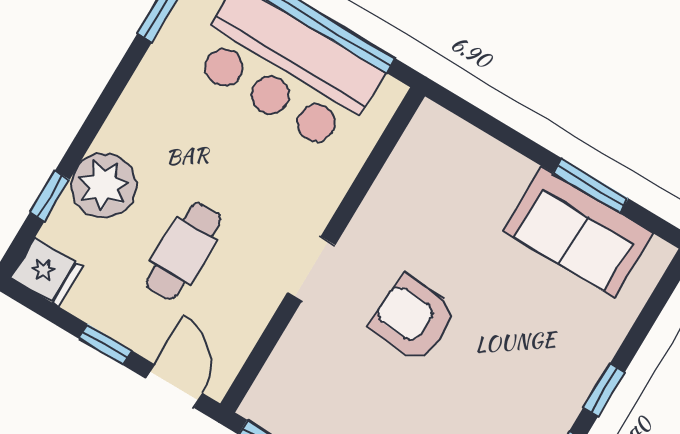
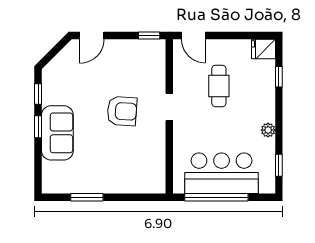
plant: (104, 186) -> (268, 130), moved, width x0.53, depth x0.53
sofa: (578, 232) -> (57, 133), moved, turned 90
window: (105, 345) -> (227, 35), removed

